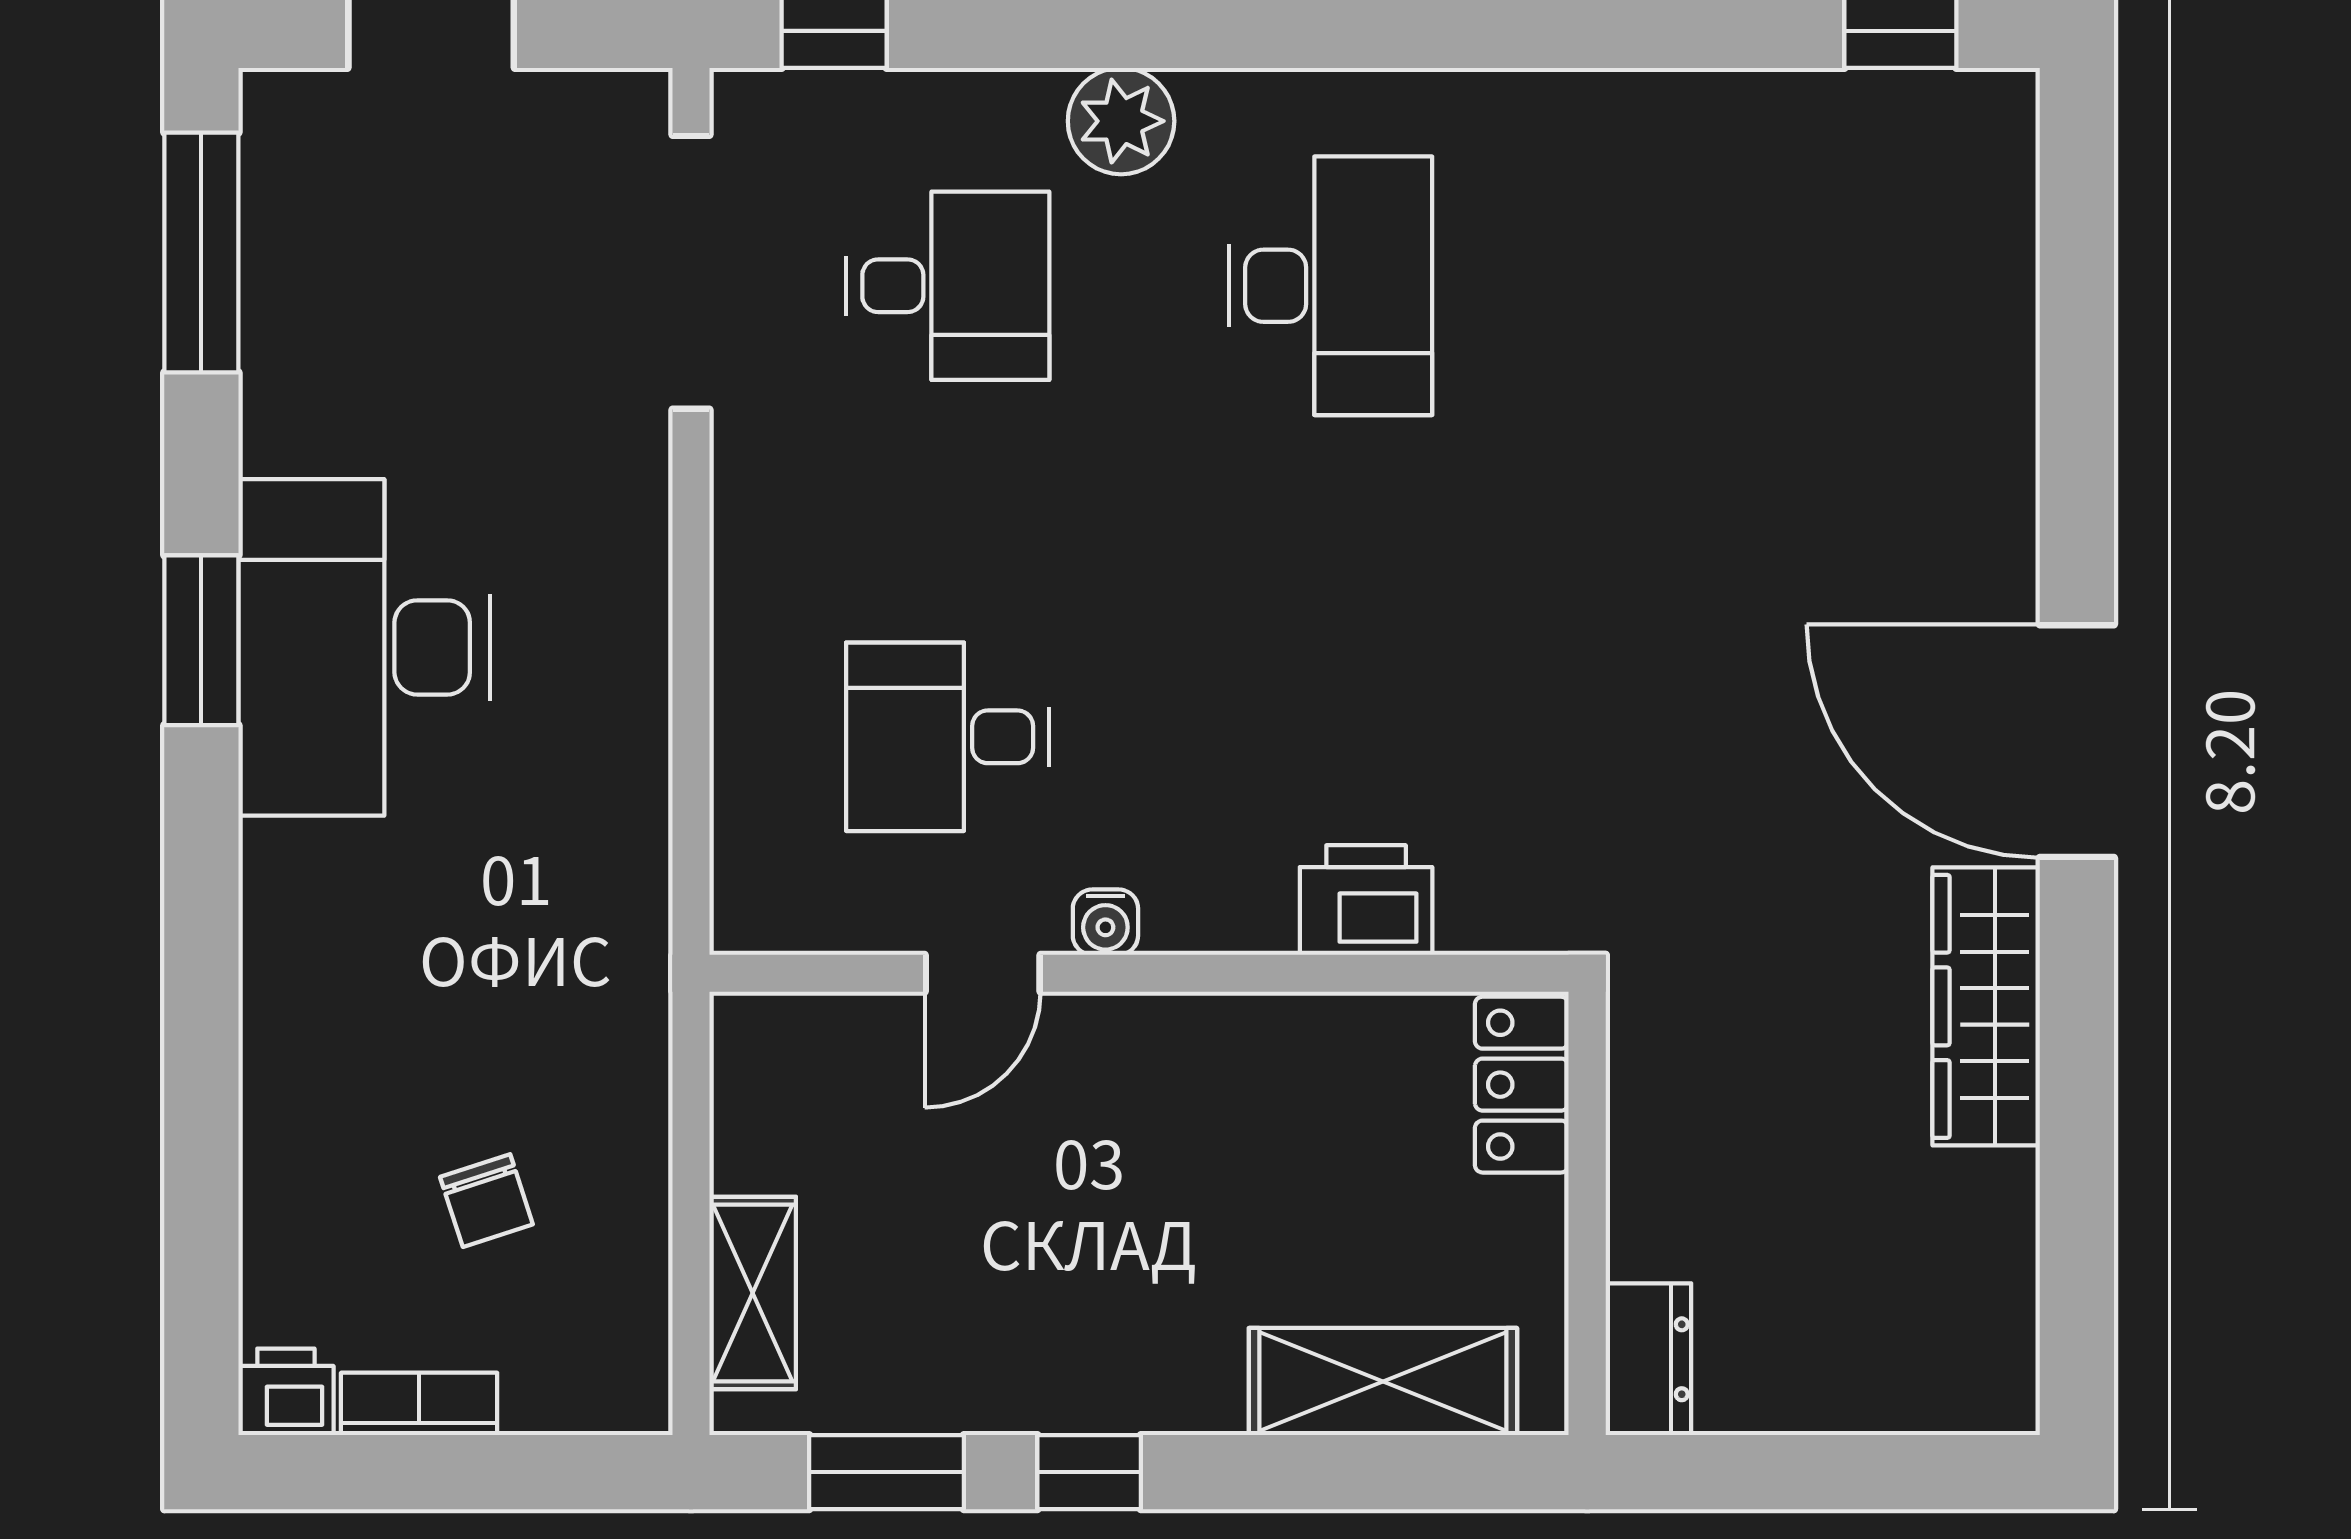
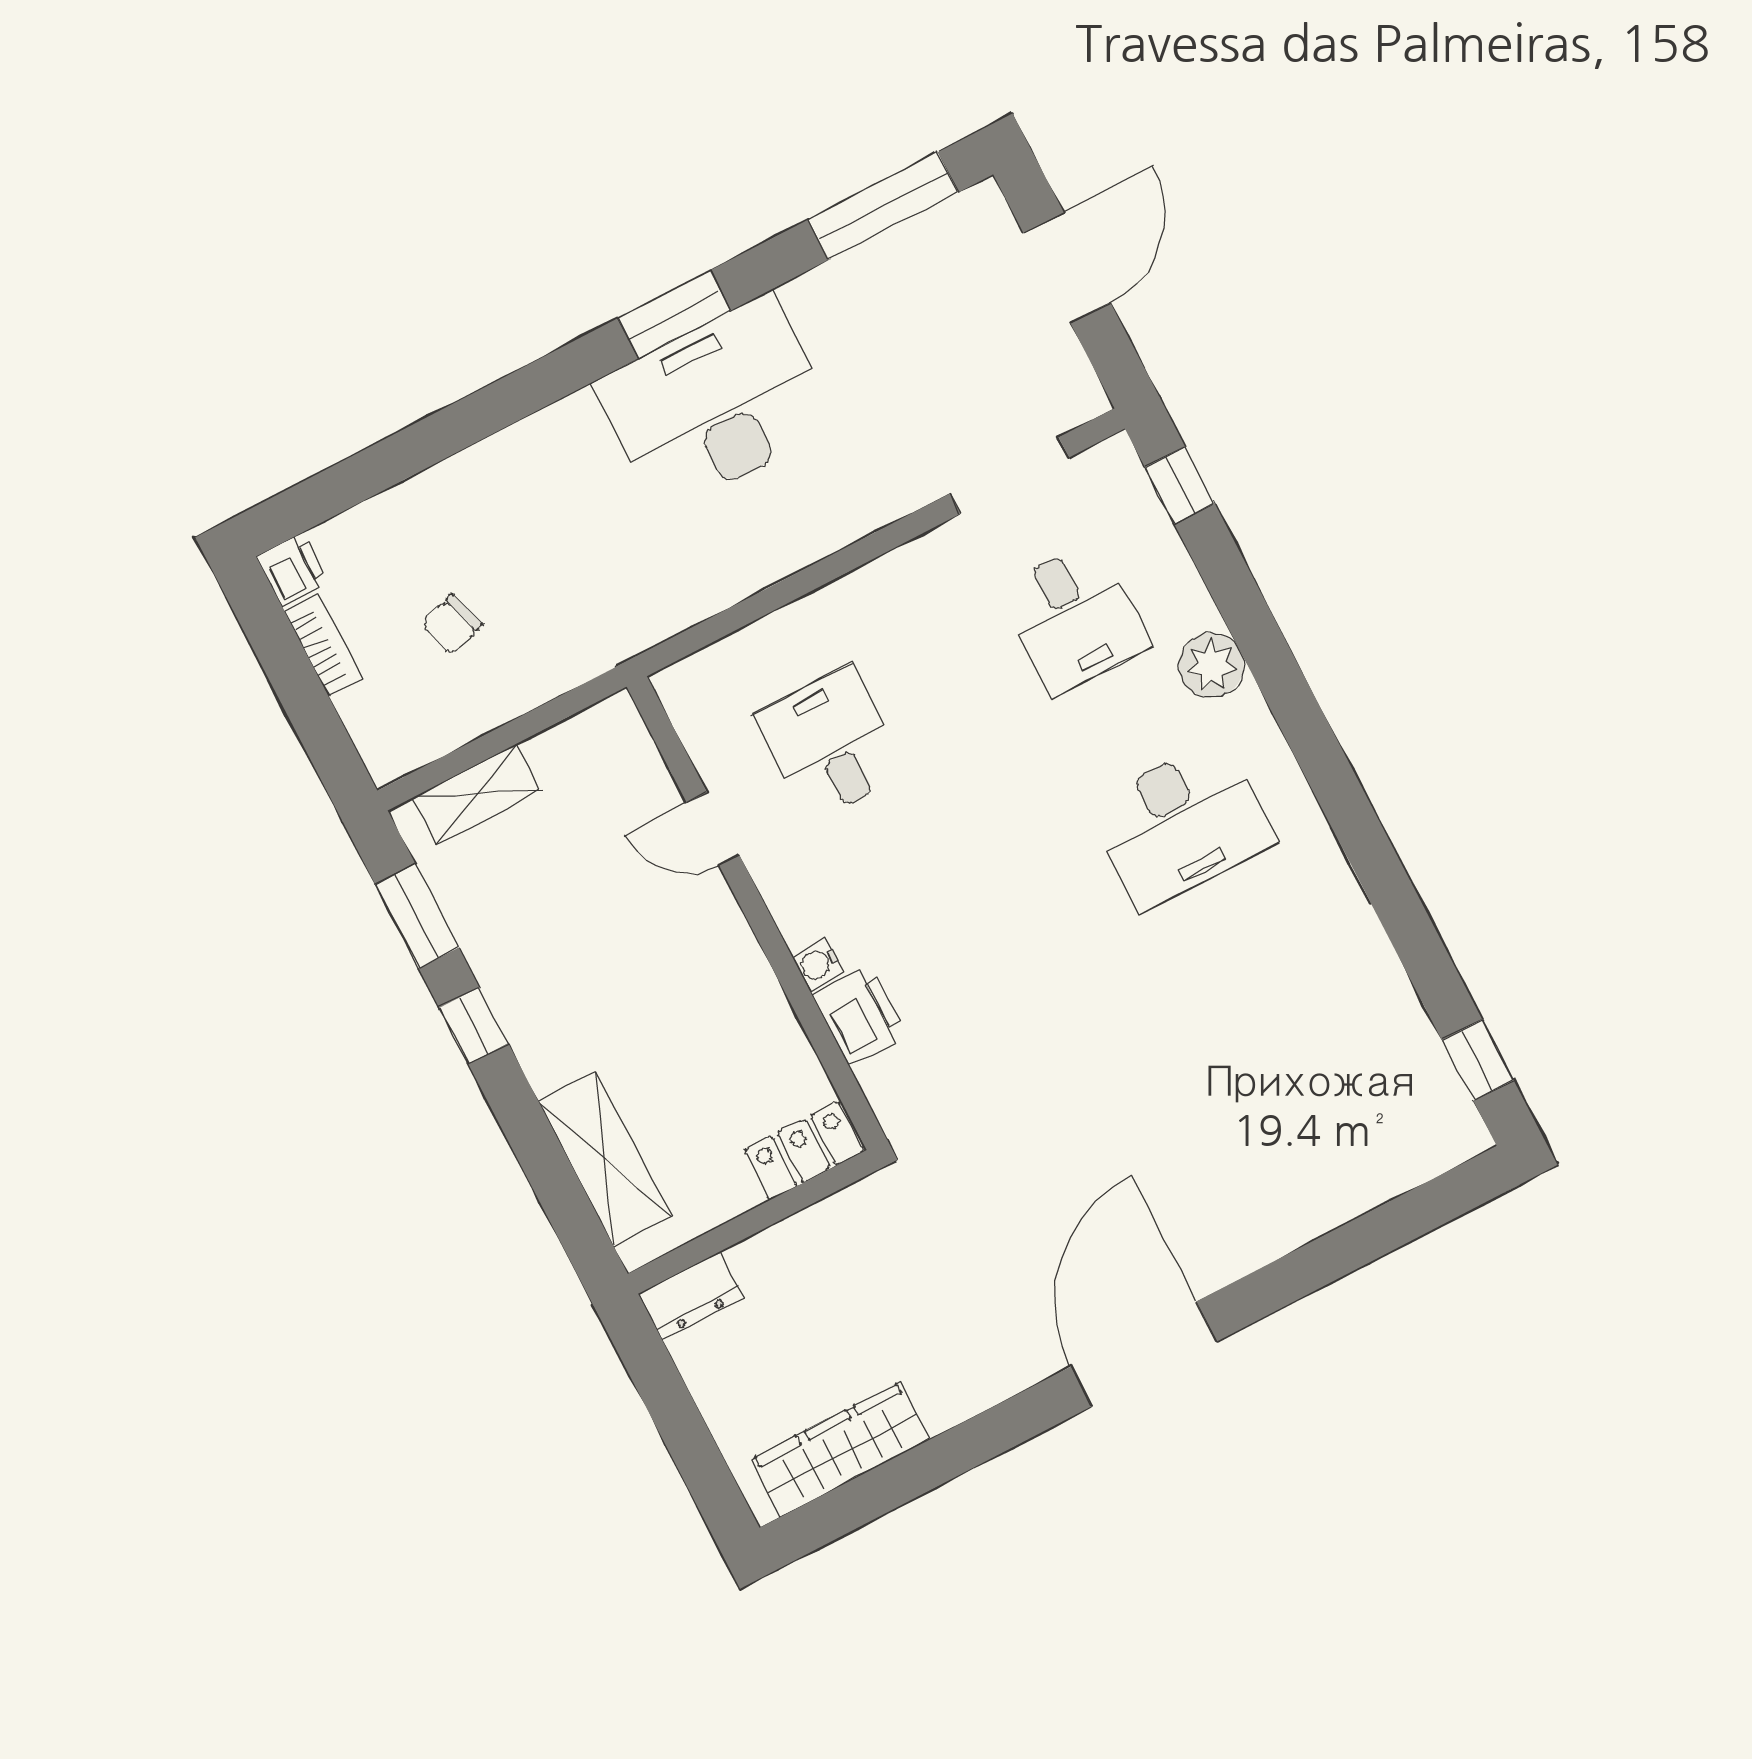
doorway: (691, 272) -> (1010, 476), width x0.73
water cooler: (1105, 922) -> (818, 964), moved
wardrobe: (1986, 1006) -> (840, 1449), moved

